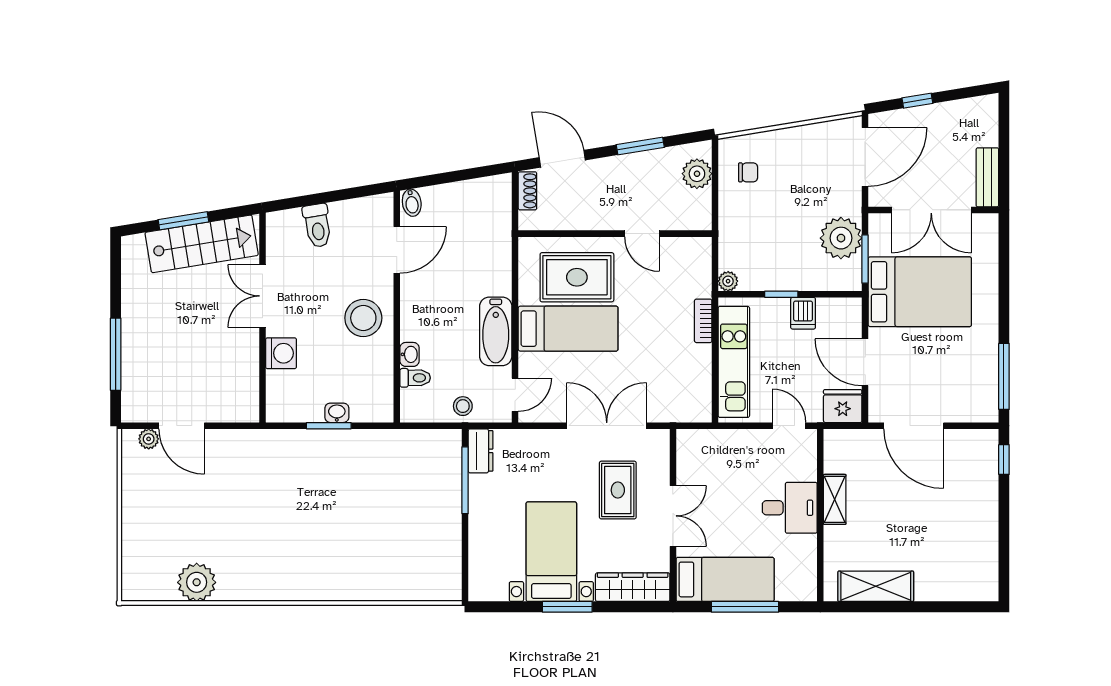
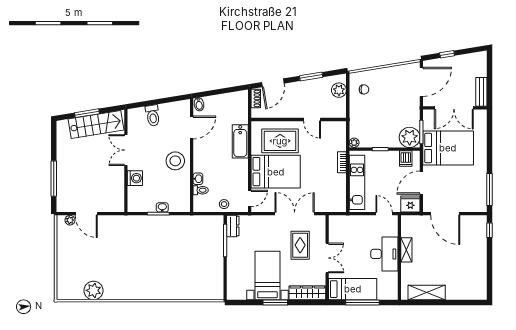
door: (562, 159) -> (273, 83), swing flipped
plant: (841, 238) -> (410, 137), moved
dishwasher: (803, 313) -> (406, 159), moved
bed: (568, 329) -> (276, 172), width x1.50
bathtub: (496, 331) -> (240, 141), moved
door: (865, 362) -> (421, 183), hinge flipped
desk: (790, 508) -> (384, 254), width x1.37

